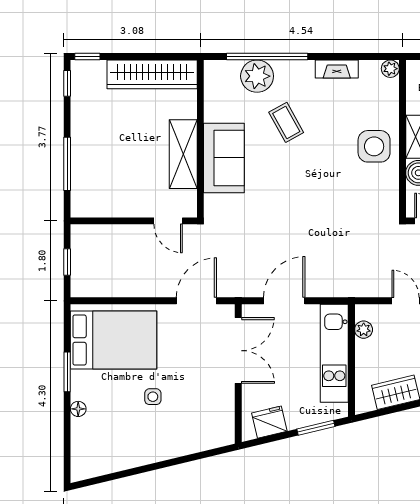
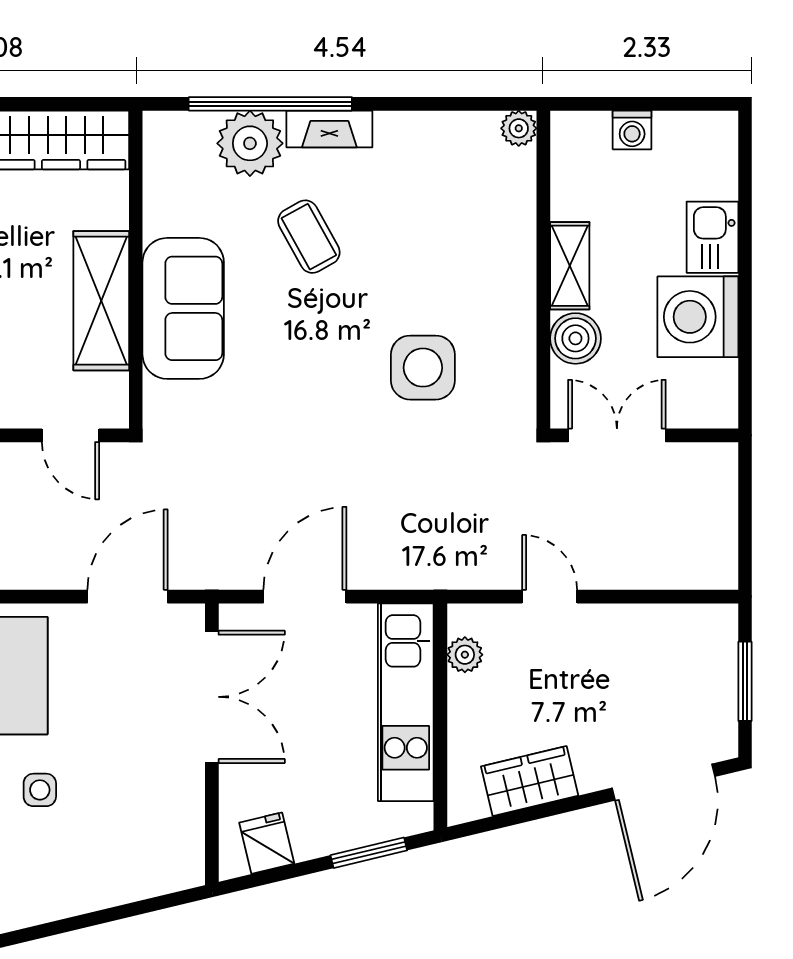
fireplace: (337, 69) -> (329, 129), moved
side table: (374, 146) -> (423, 368), moved
fridge: (269, 422) -> (267, 843), width x0.72

